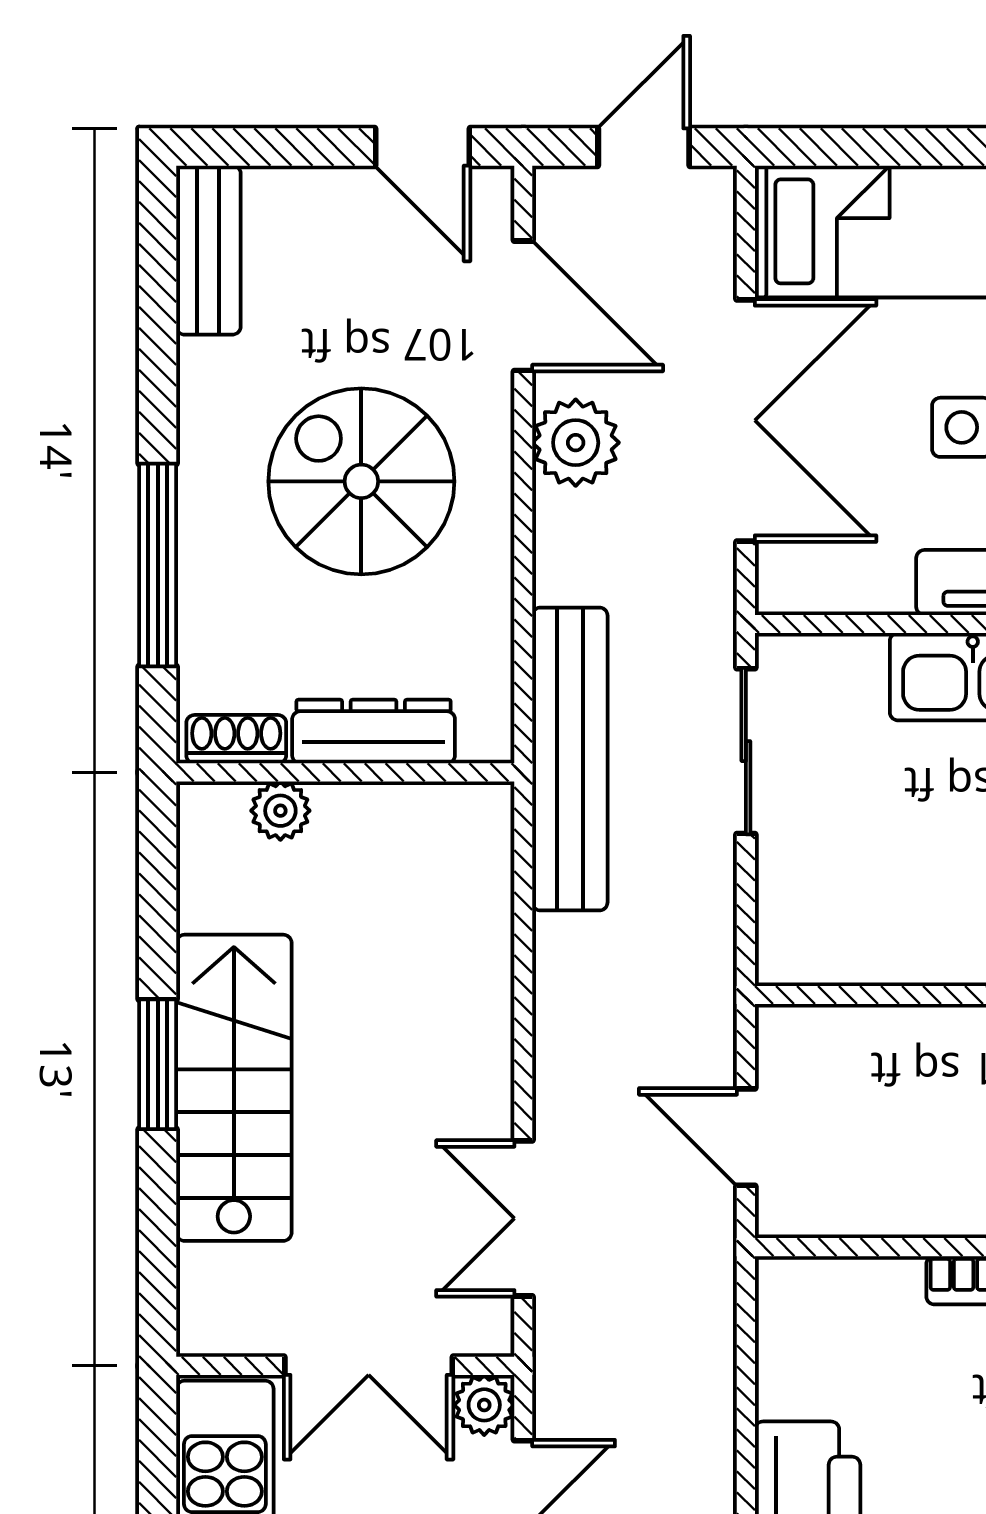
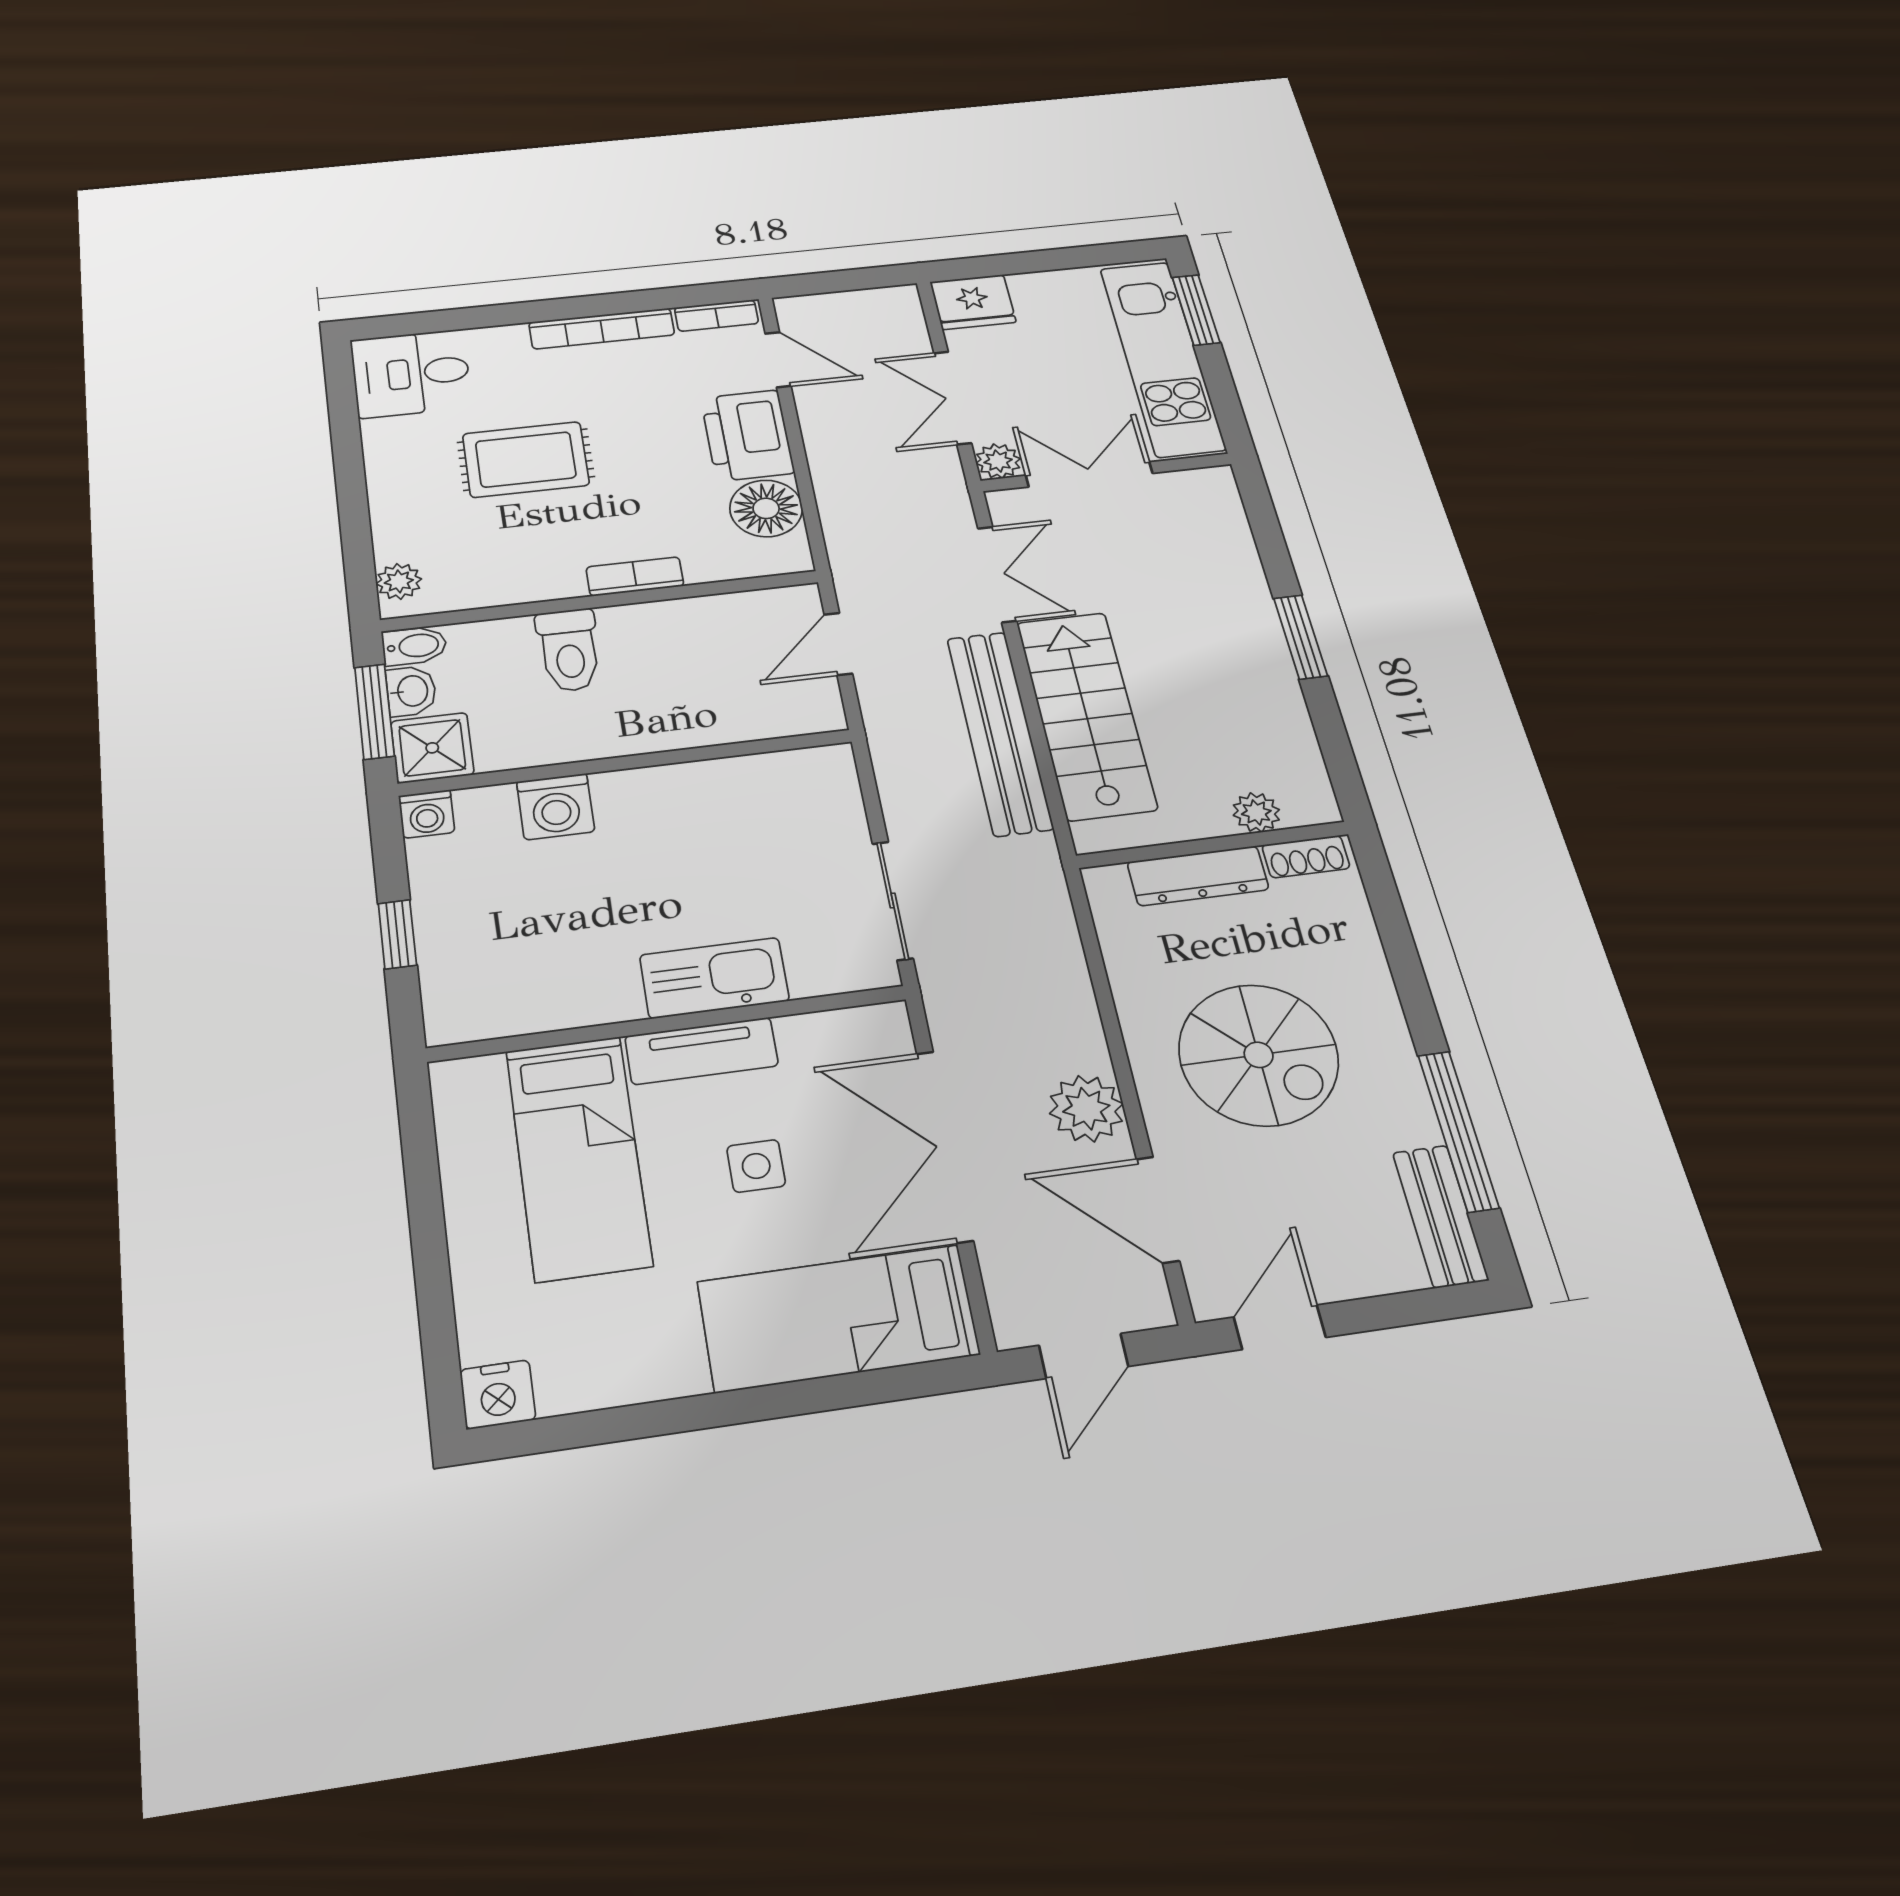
door: (422, 147) -> (1280, 1327), hinge flipped
window: (158, 565) -> (1458, 1131), moved
bench: (570, 759) -> (1000, 732), moved
stairs: (234, 1088) -> (1086, 715), moved, turned 180
door: (746, 1137) -> (838, 644), swing flipped
floor lamp: (802, 1368) -> (766, 508), added

